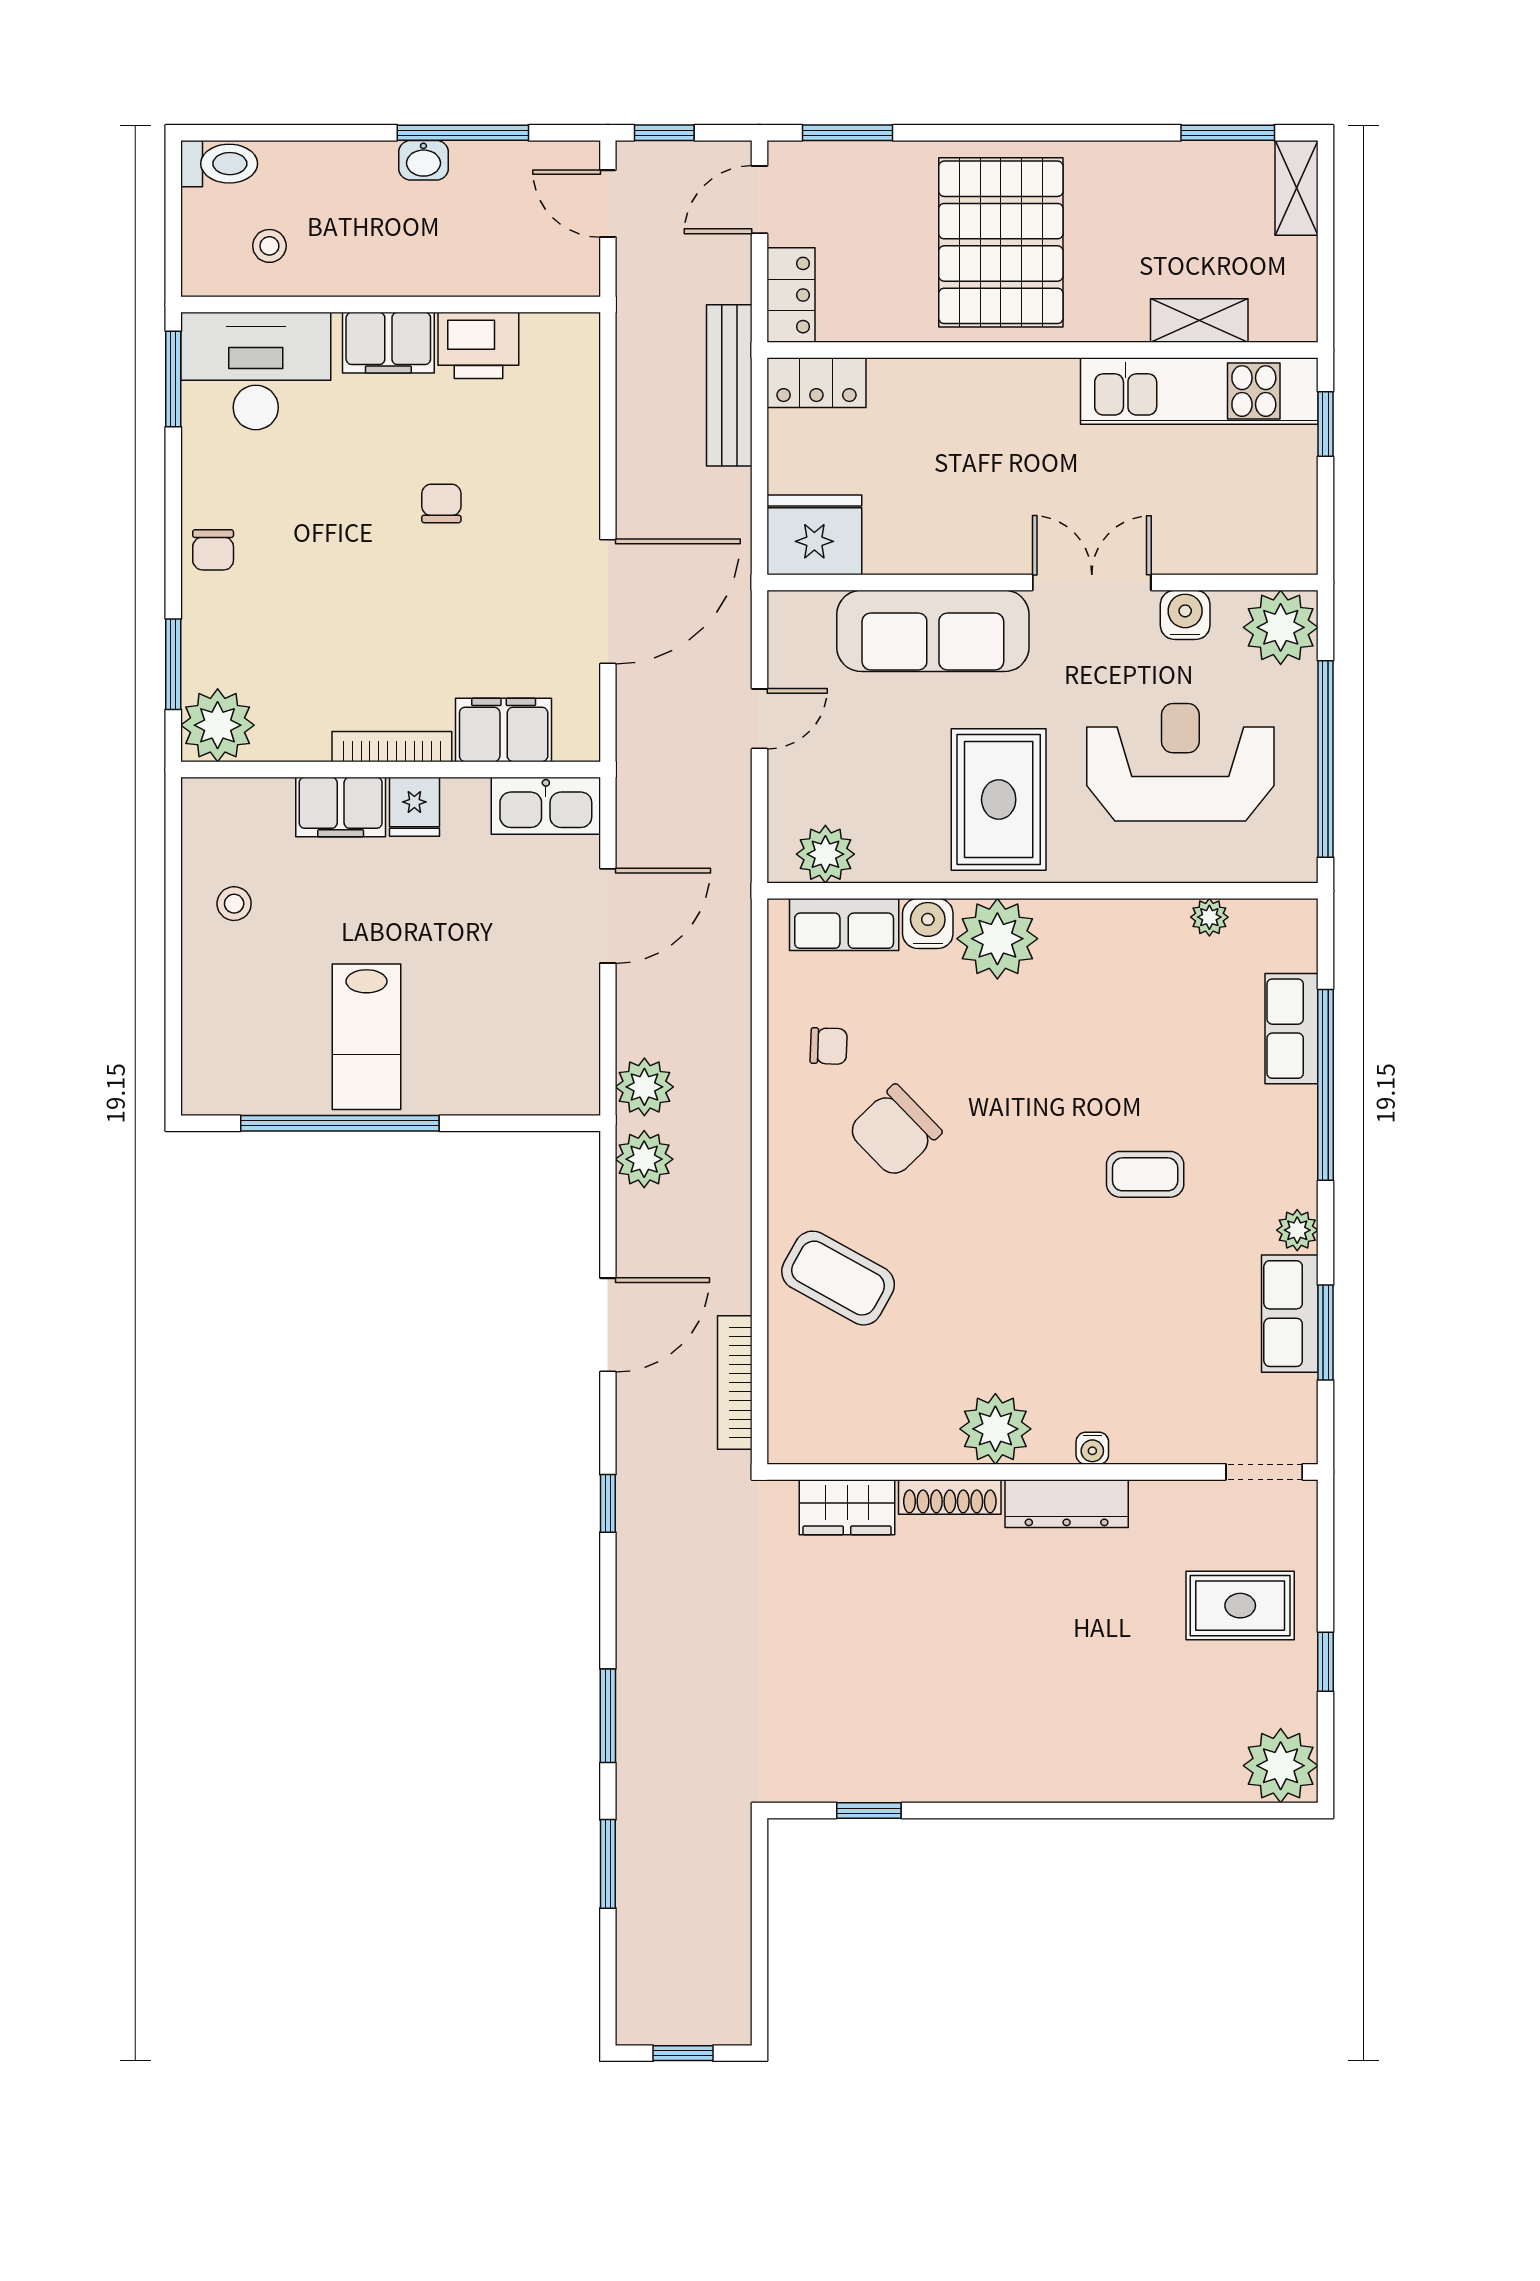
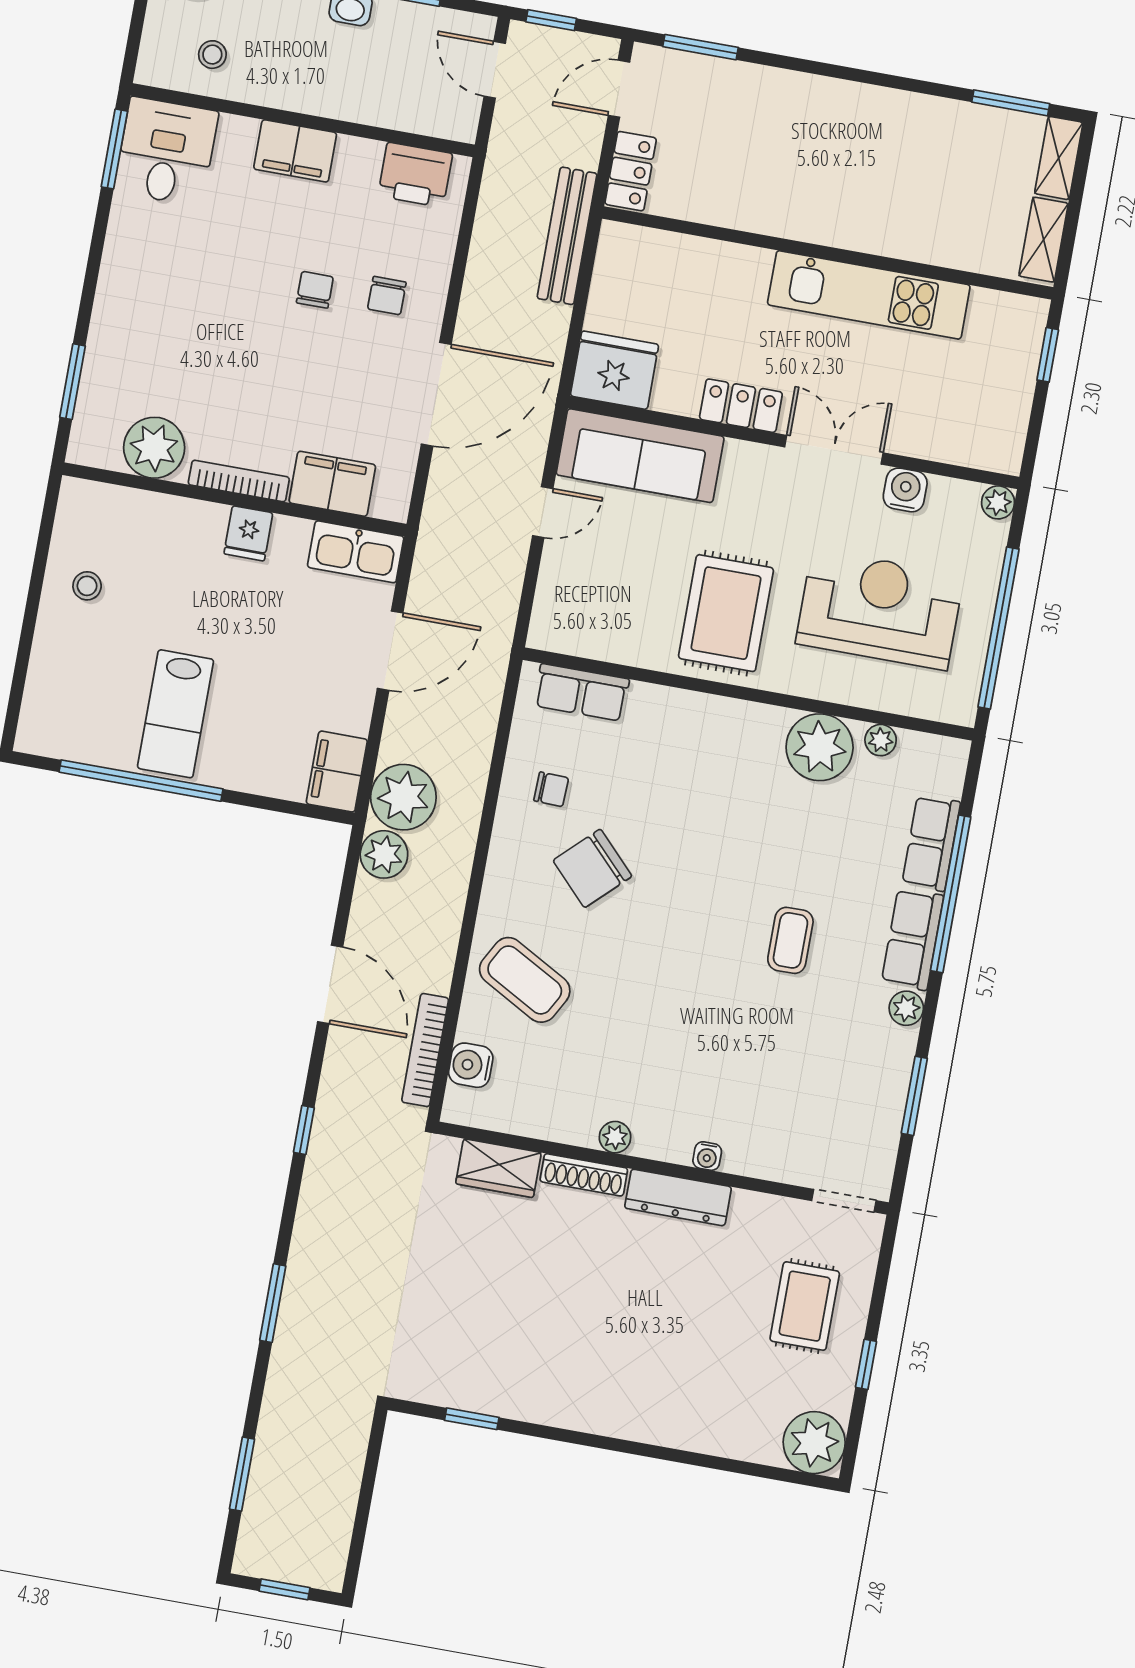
pallet: (1001, 242) -> (810, 159), removed
shelving: (1199, 321) -> (1044, 240), moved, turned 90
printer: (478, 345) -> (415, 175), moved
desk: (256, 371) -> (166, 152), width x0.73
locker: (816, 383) -> (741, 406), moved, turned 180
kitchen unit: (1199, 391) -> (869, 295), moved
chair: (213, 550) -> (387, 296), moved
plant: (1281, 627) -> (998, 502), width x0.53, depth x0.53
sofa: (933, 631) -> (640, 456), moved
plant: (218, 725) -> (154, 448), moved
filing cabinet: (341, 807) -> (337, 772), moved, turned 90
plant: (825, 854) -> (577, 632), removed
water cooler: (928, 923) -> (471, 1065), moved, turned -90
plant: (997, 939) -> (820, 747), moved
plant: (644, 1087) -> (403, 797), width x1.36, depth x1.36
coffee table: (1145, 1174) -> (790, 940), turned 90
row of seats: (1290, 1314) -> (913, 939), moved
door: (608, 1325) -> (330, 984), hinge flipped
plant: (995, 1429) -> (615, 1137), width x0.53, depth x0.53
rug: (1240, 1606) -> (805, 1306), turned 90
window: (608, 1864) -> (242, 1474), moved

